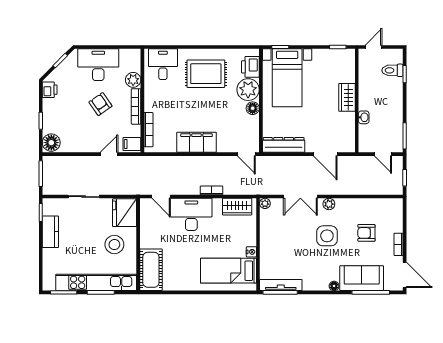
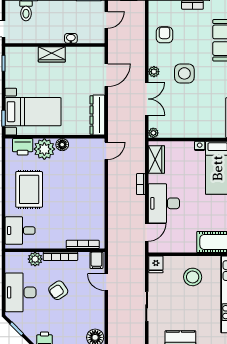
filing cabinet: (196, 142) -> (95, 198), removed
fridge: (125, 213) -> (156, 264), width x0.53, depth x0.75
armchair: (366, 233) -> (164, 35), moved, turned 180

